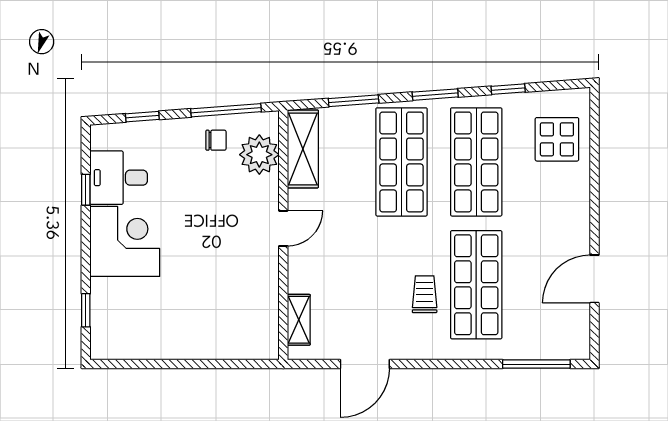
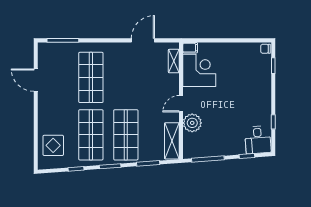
chair: (216, 140) -> (265, 49), moved
plant: (259, 155) -> (192, 123), moved
desk: (119, 178) -> (258, 140), moved, turned 86
corner desk: (125, 241) -> (199, 70), moved, turned 180
door: (594, 279) -> (36, 80), swing flipped
trolley: (425, 294) -> (115, 73), removed
filing cabinet: (264, 348) -> (190, 48), added

